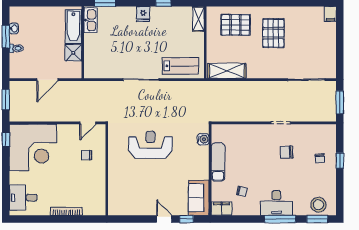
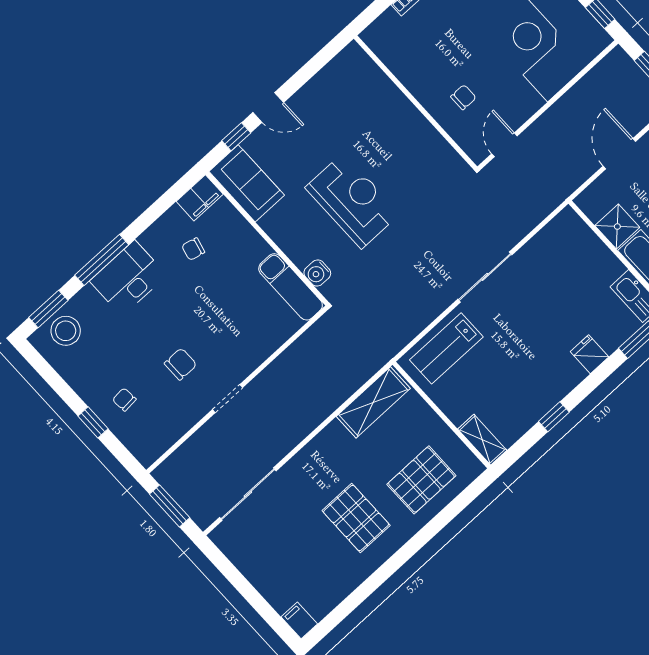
fridge: (143, 14) -> (590, 354), moved
reception desk: (150, 145) -> (352, 201), moved, turned -90
exam couch: (218, 162) -> (291, 287), moved

